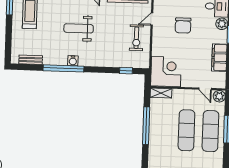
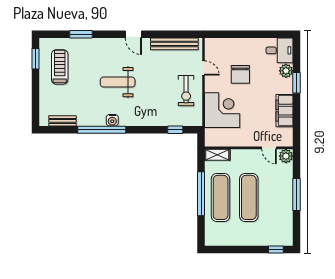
door: (152, 19) -> (203, 68), swing flipped
corner desk: (166, 71) -> (222, 110), moved
exercise mat: (210, 131) -> (221, 197), moved

